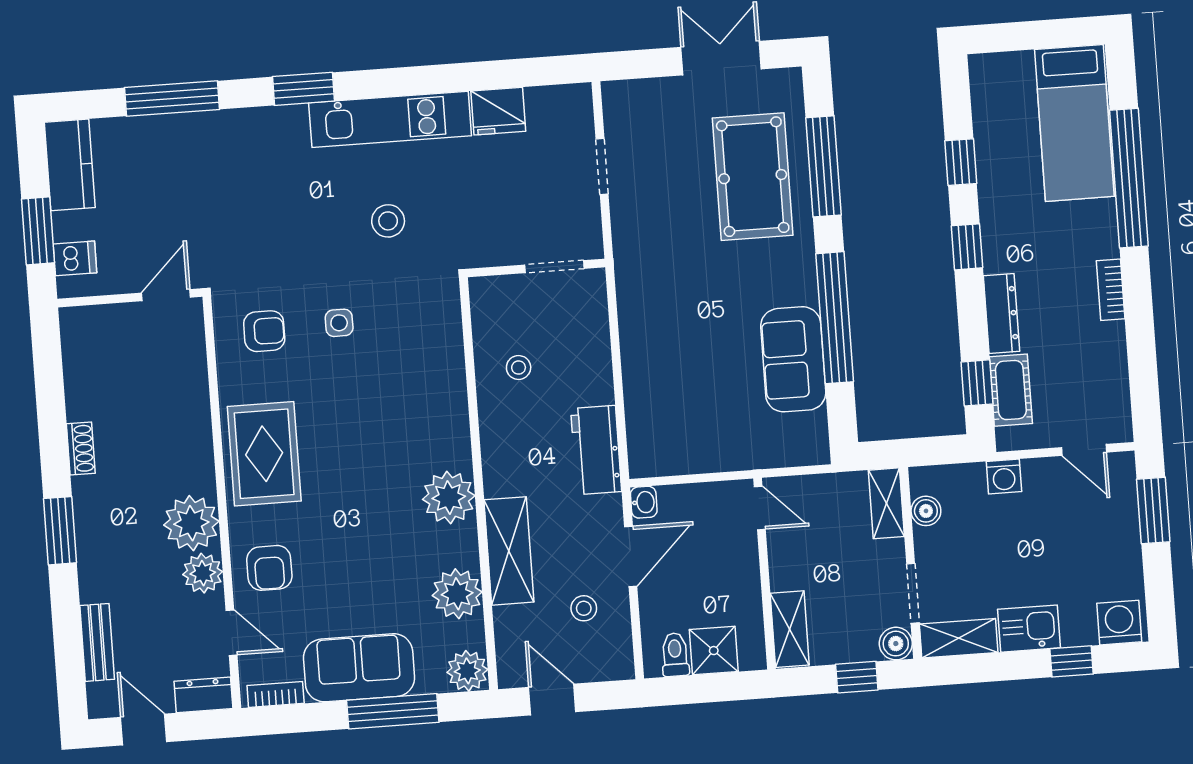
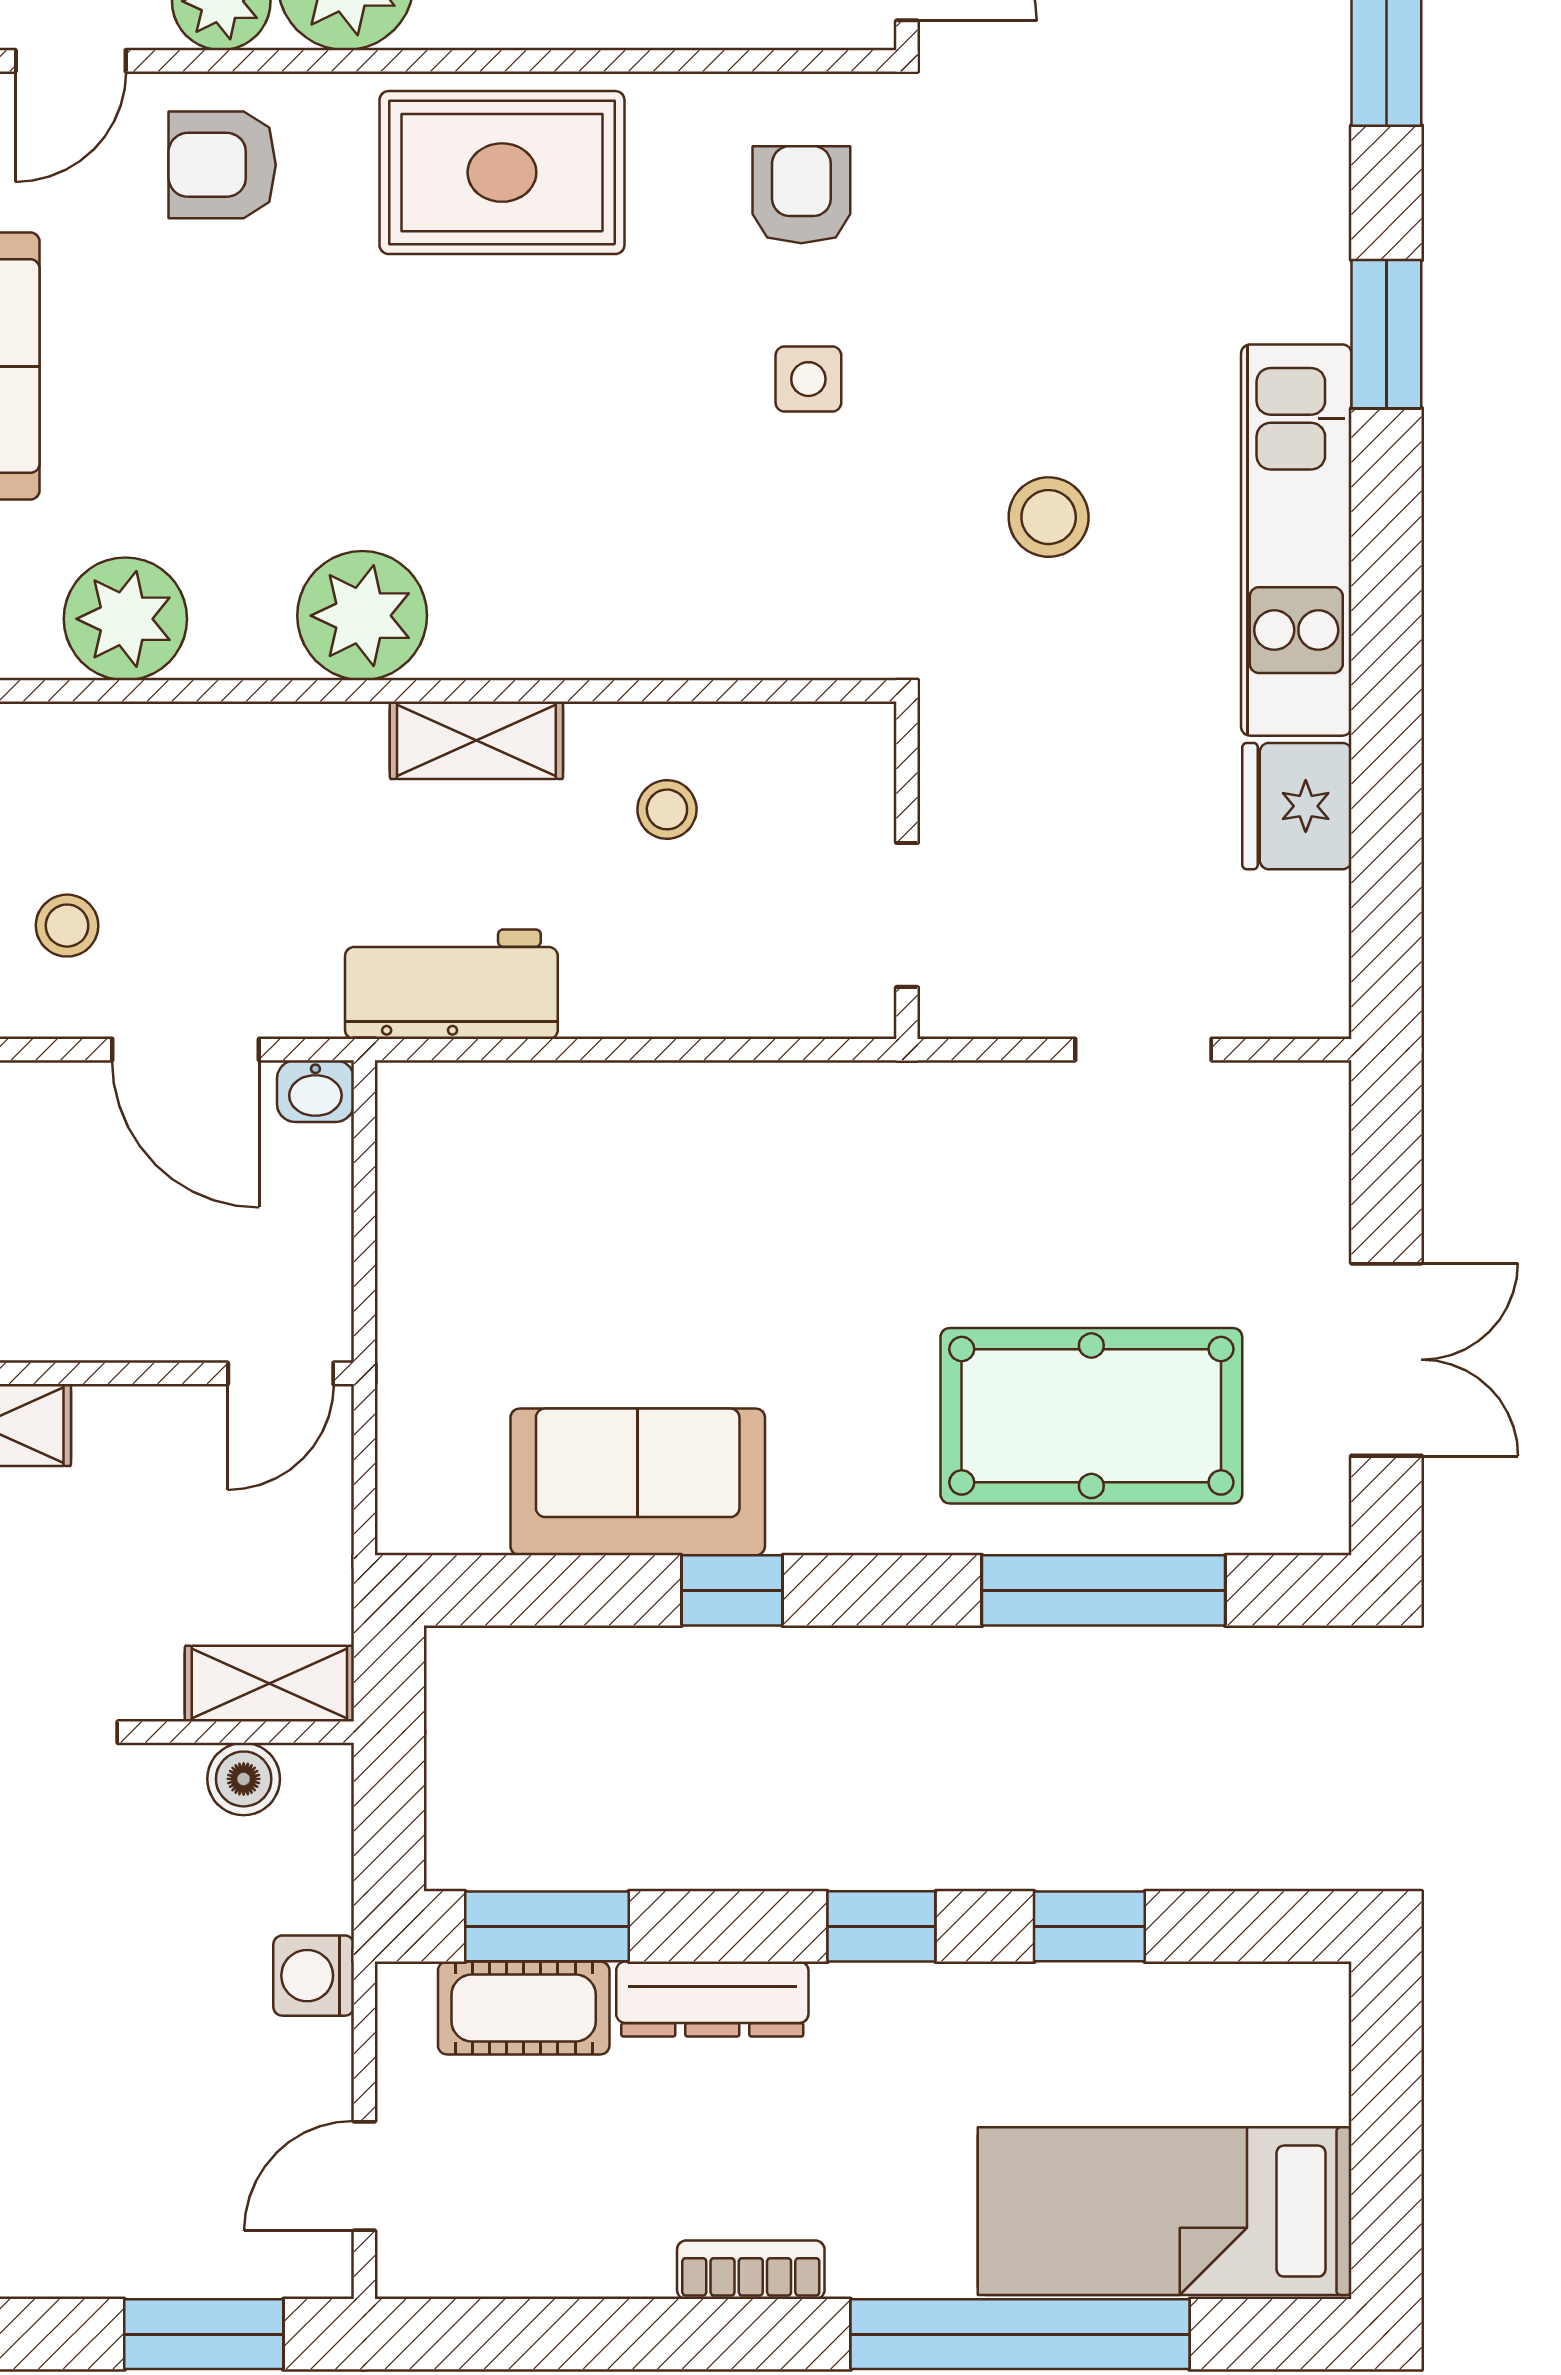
window: (835, 318) -> (732, 1590), width x0.32
armchair: (264, 331) -> (801, 195), turned 180
window: (977, 383) -> (547, 1926), width x1.50
shelving: (509, 551) -> (476, 740), moved, width x0.67, depth x0.75

